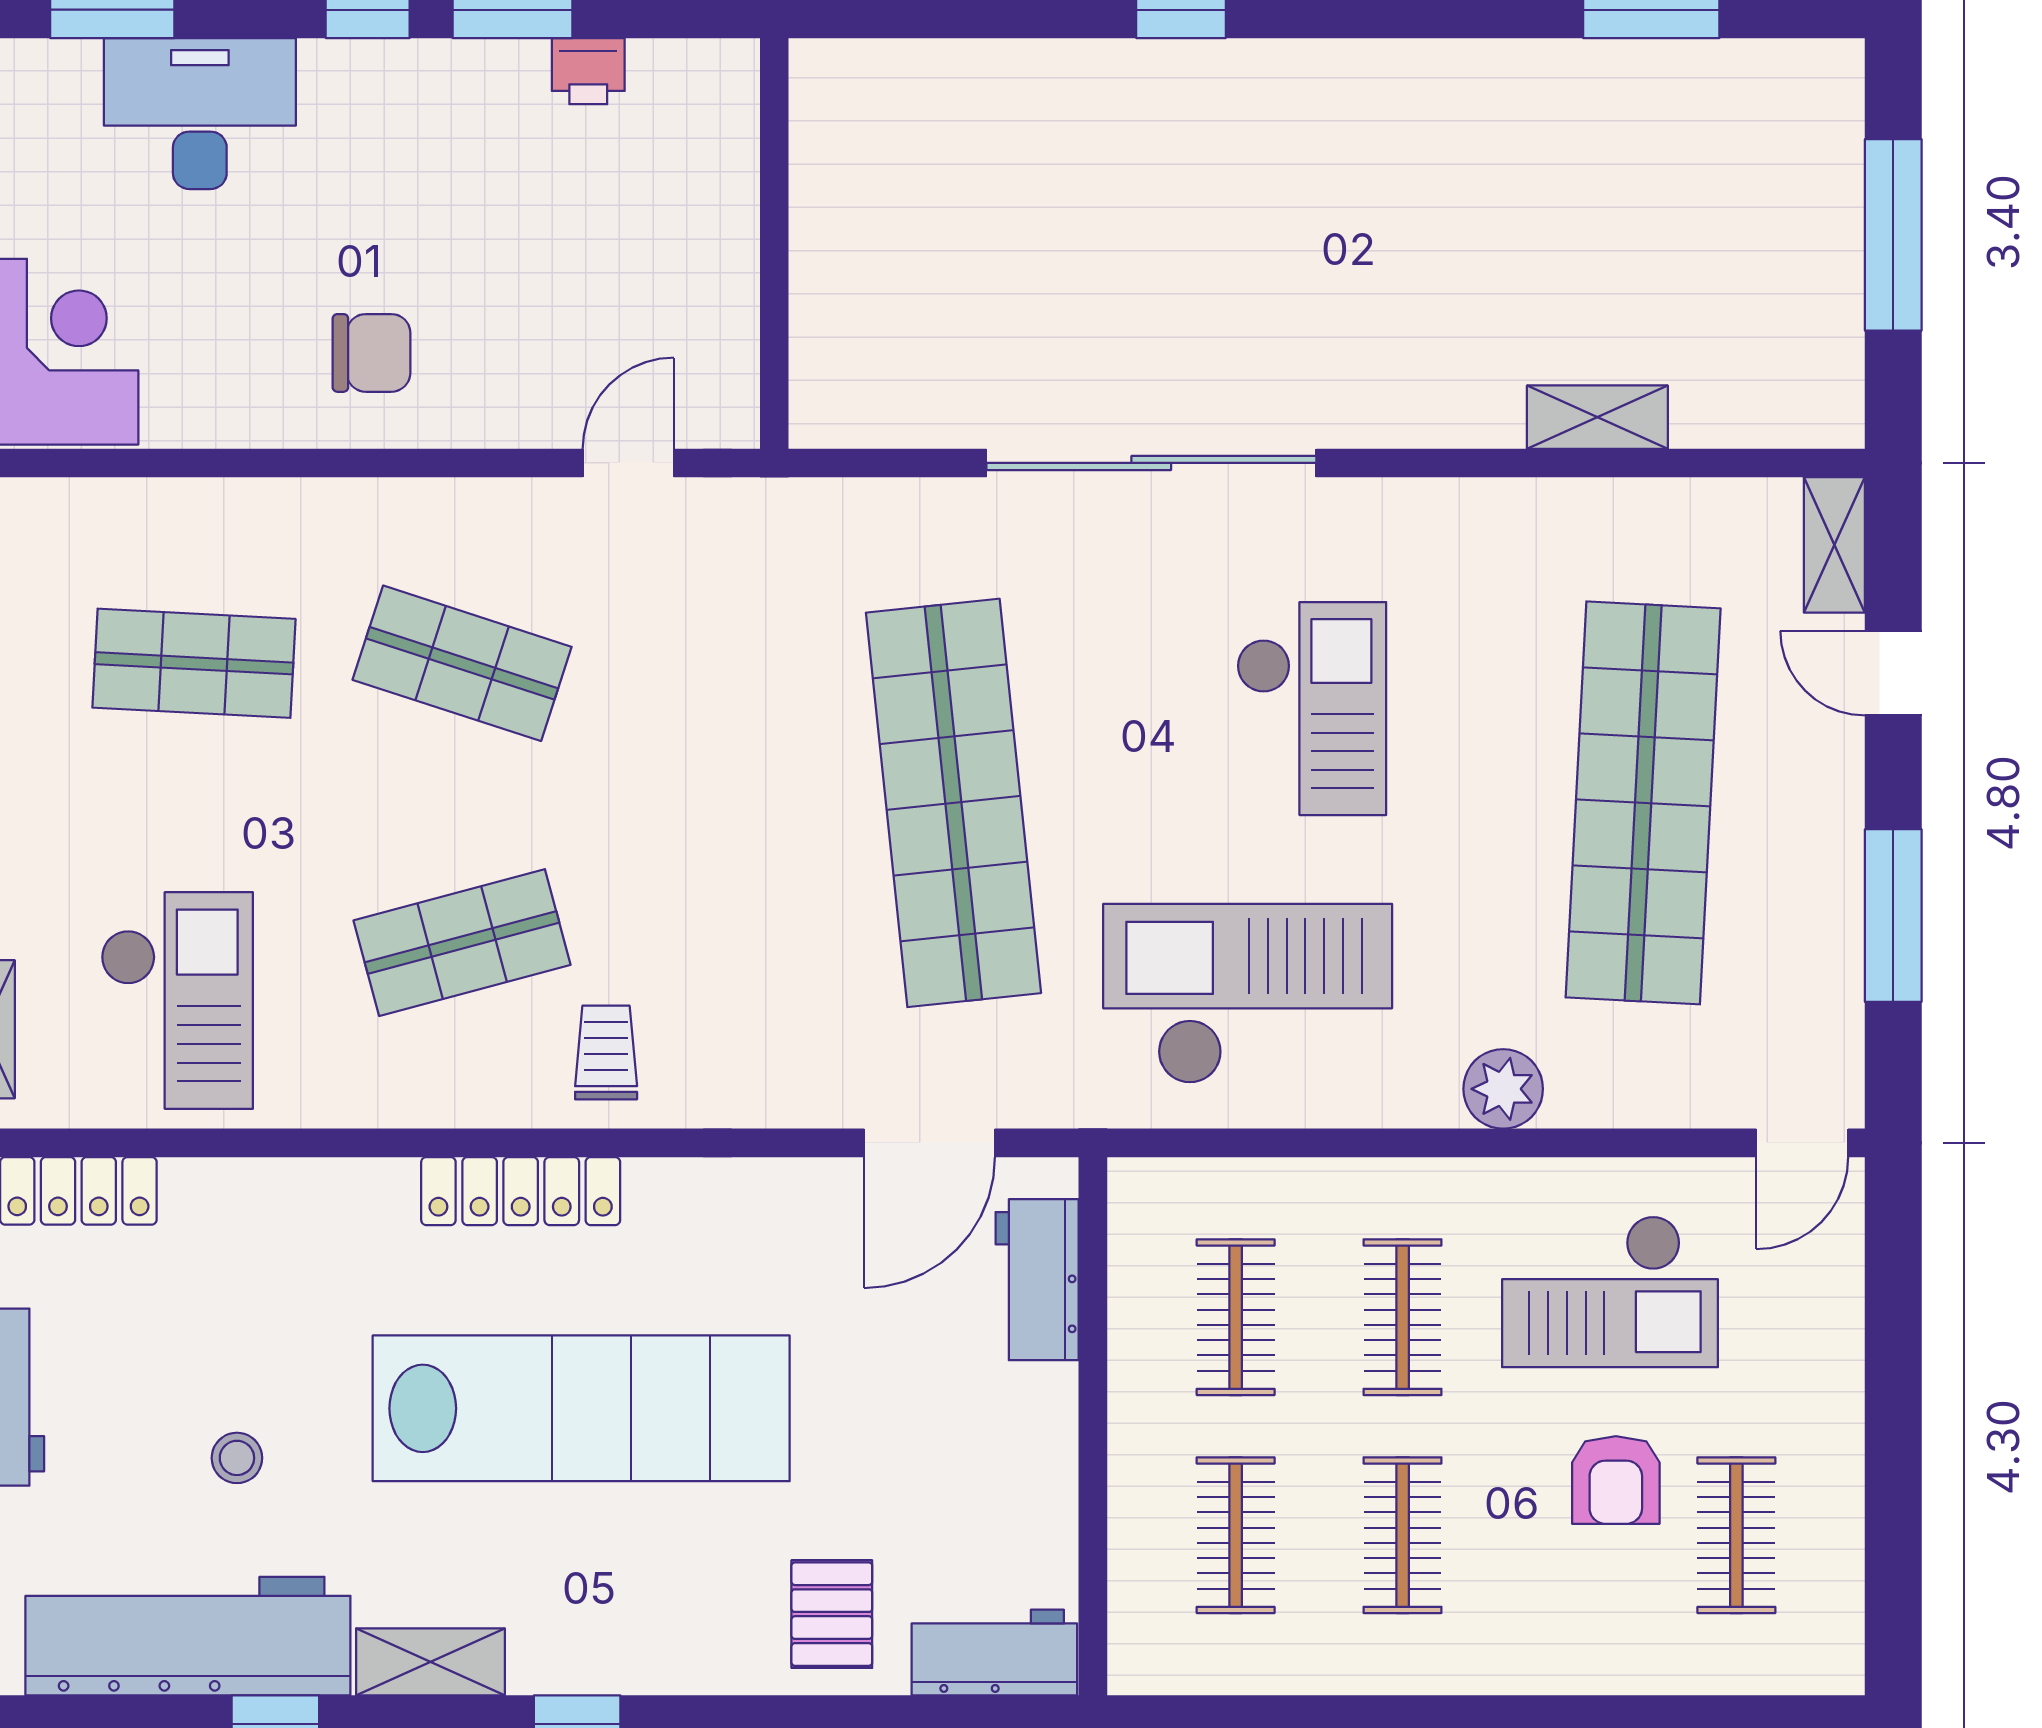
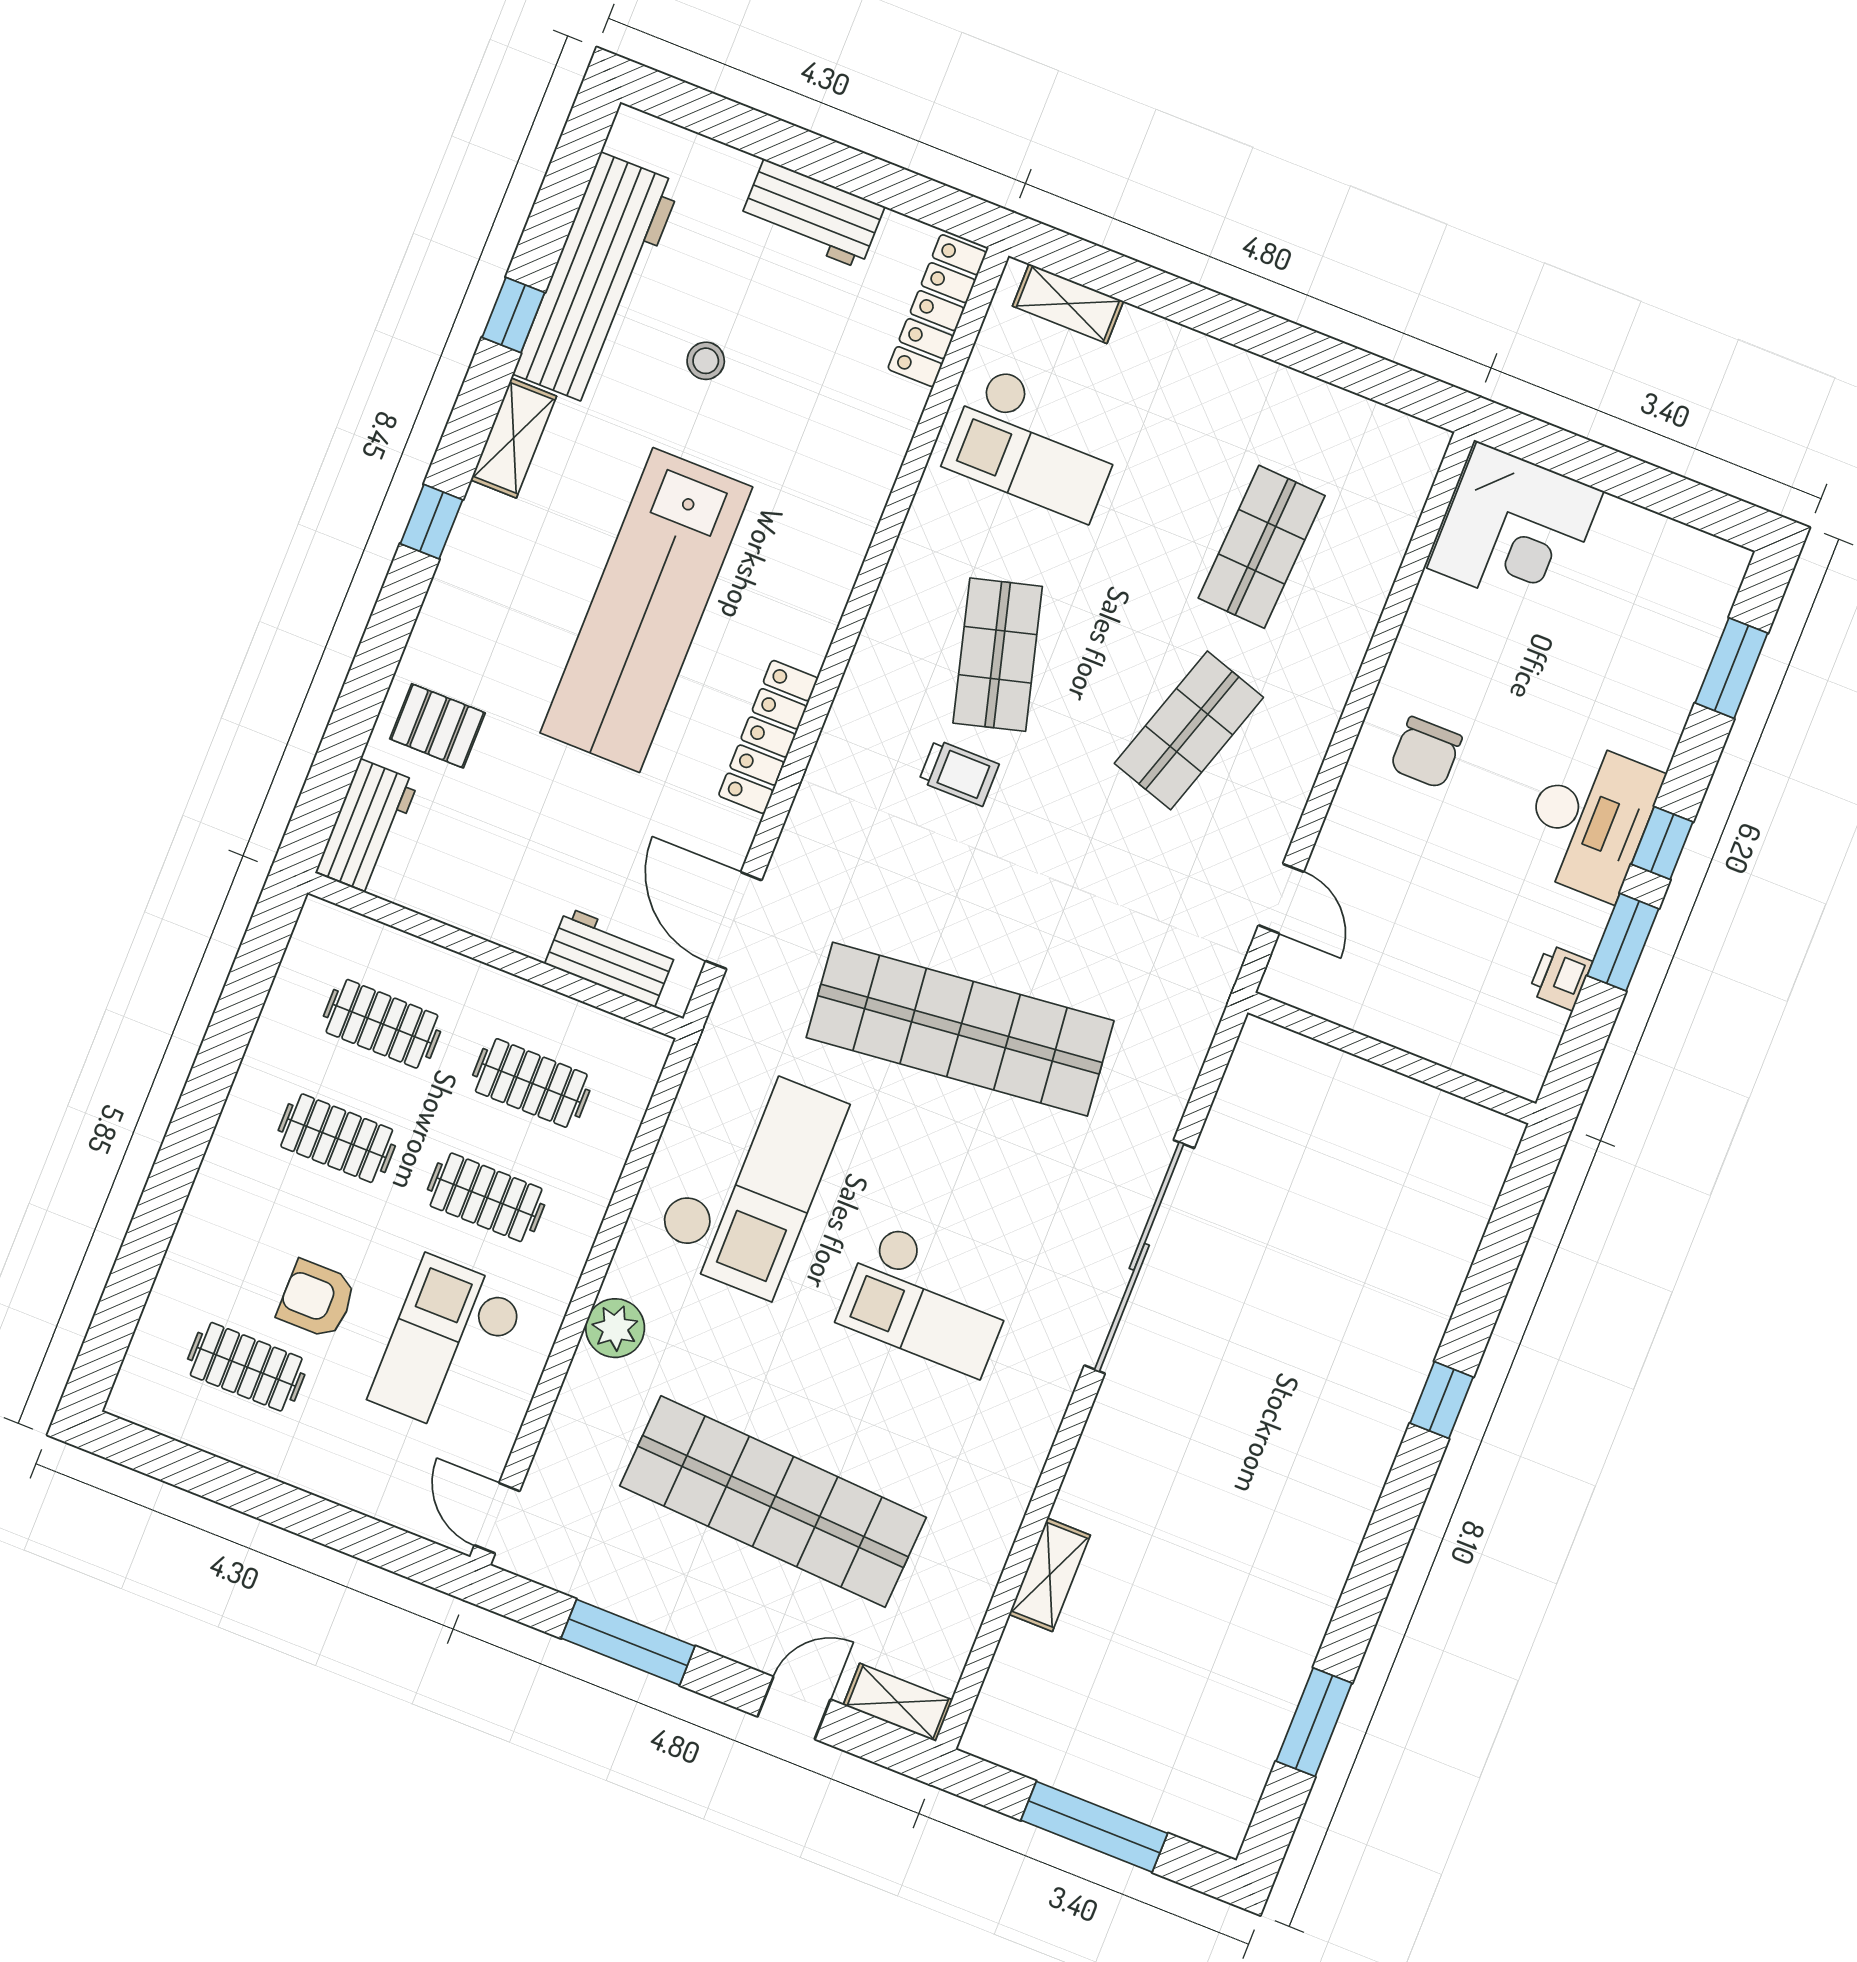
desk: (200, 114) -> (1589, 819), moved
trolley: (606, 1052) -> (959, 773), moved
locker: (521, 1191) -> (768, 737), moved

